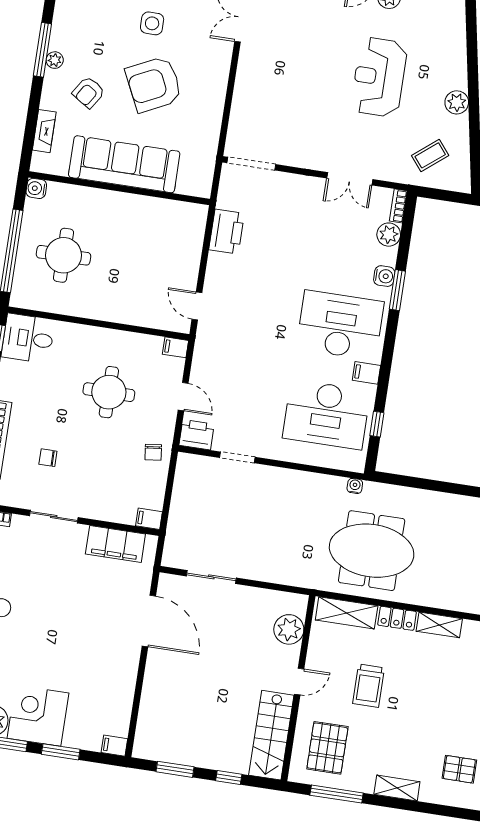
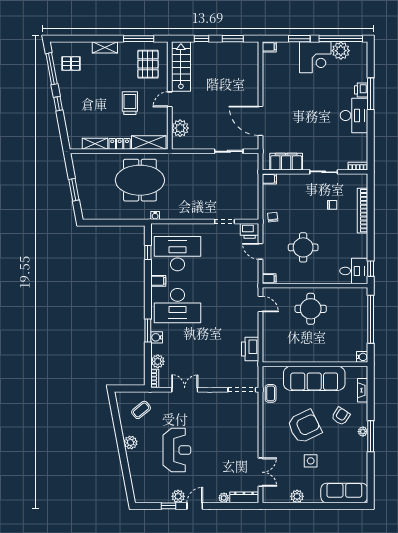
coffee table: (203, 150) -> (271, 393), added
round table: (64, 255) -> (311, 309), moved

